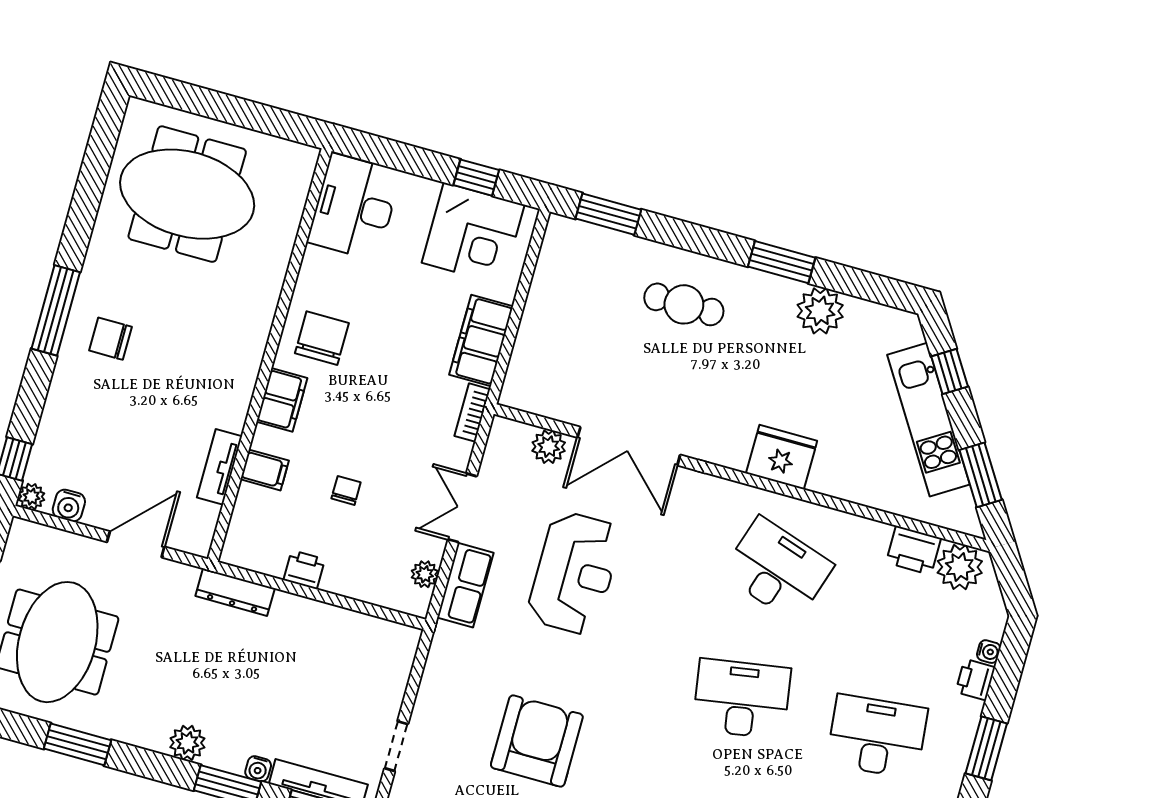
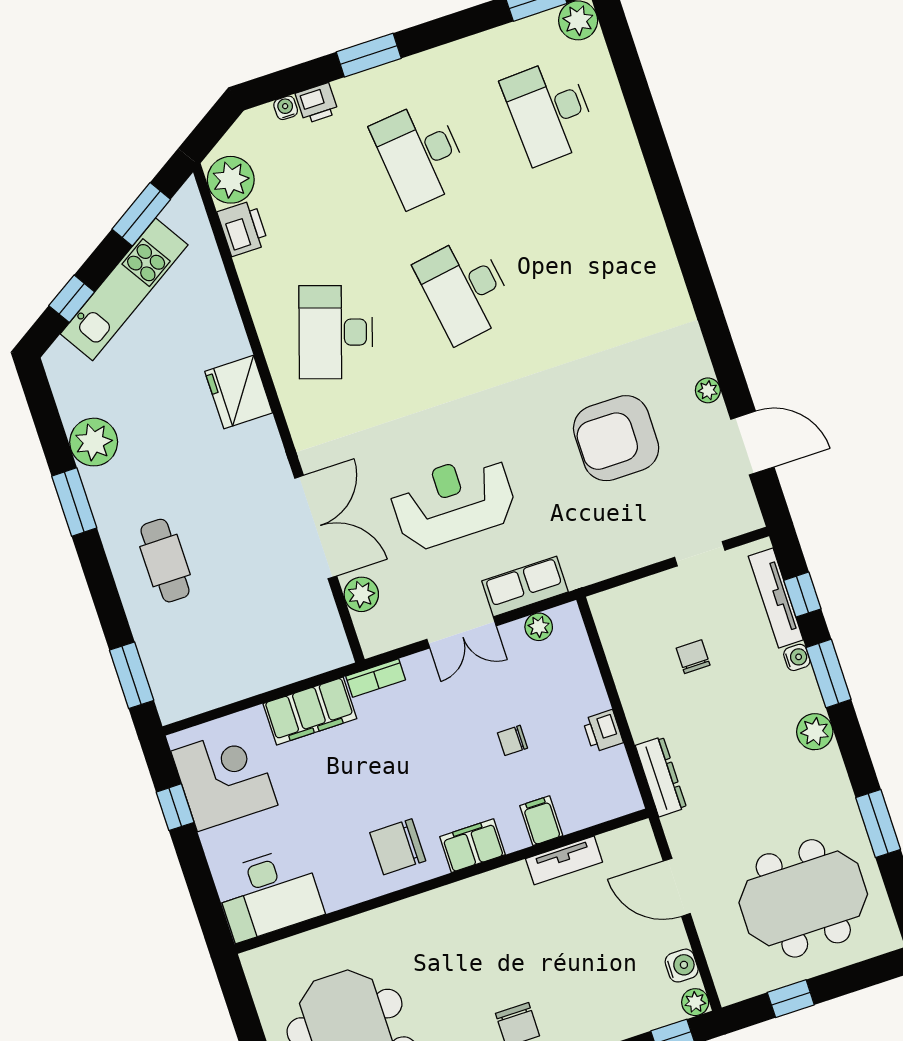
chair: (316, 684) -> (693, 657), added

